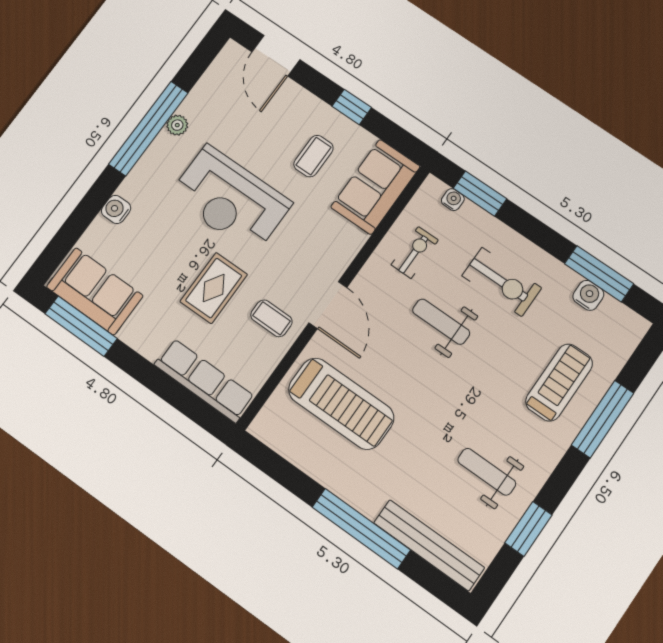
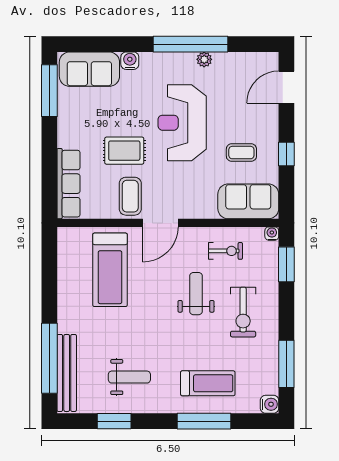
water cooler: (453, 200) -> (272, 234), moved, turned -90
sofa: (95, 291) -> (89, 69), moved, turned 90
water cooler: (588, 295) -> (270, 404), moved
coffee table: (271, 318) -> (130, 196), width x1.36, depth x1.30
weight bench: (487, 472) -> (129, 377), turned 90
window: (361, 528) -> (49, 358), moved

